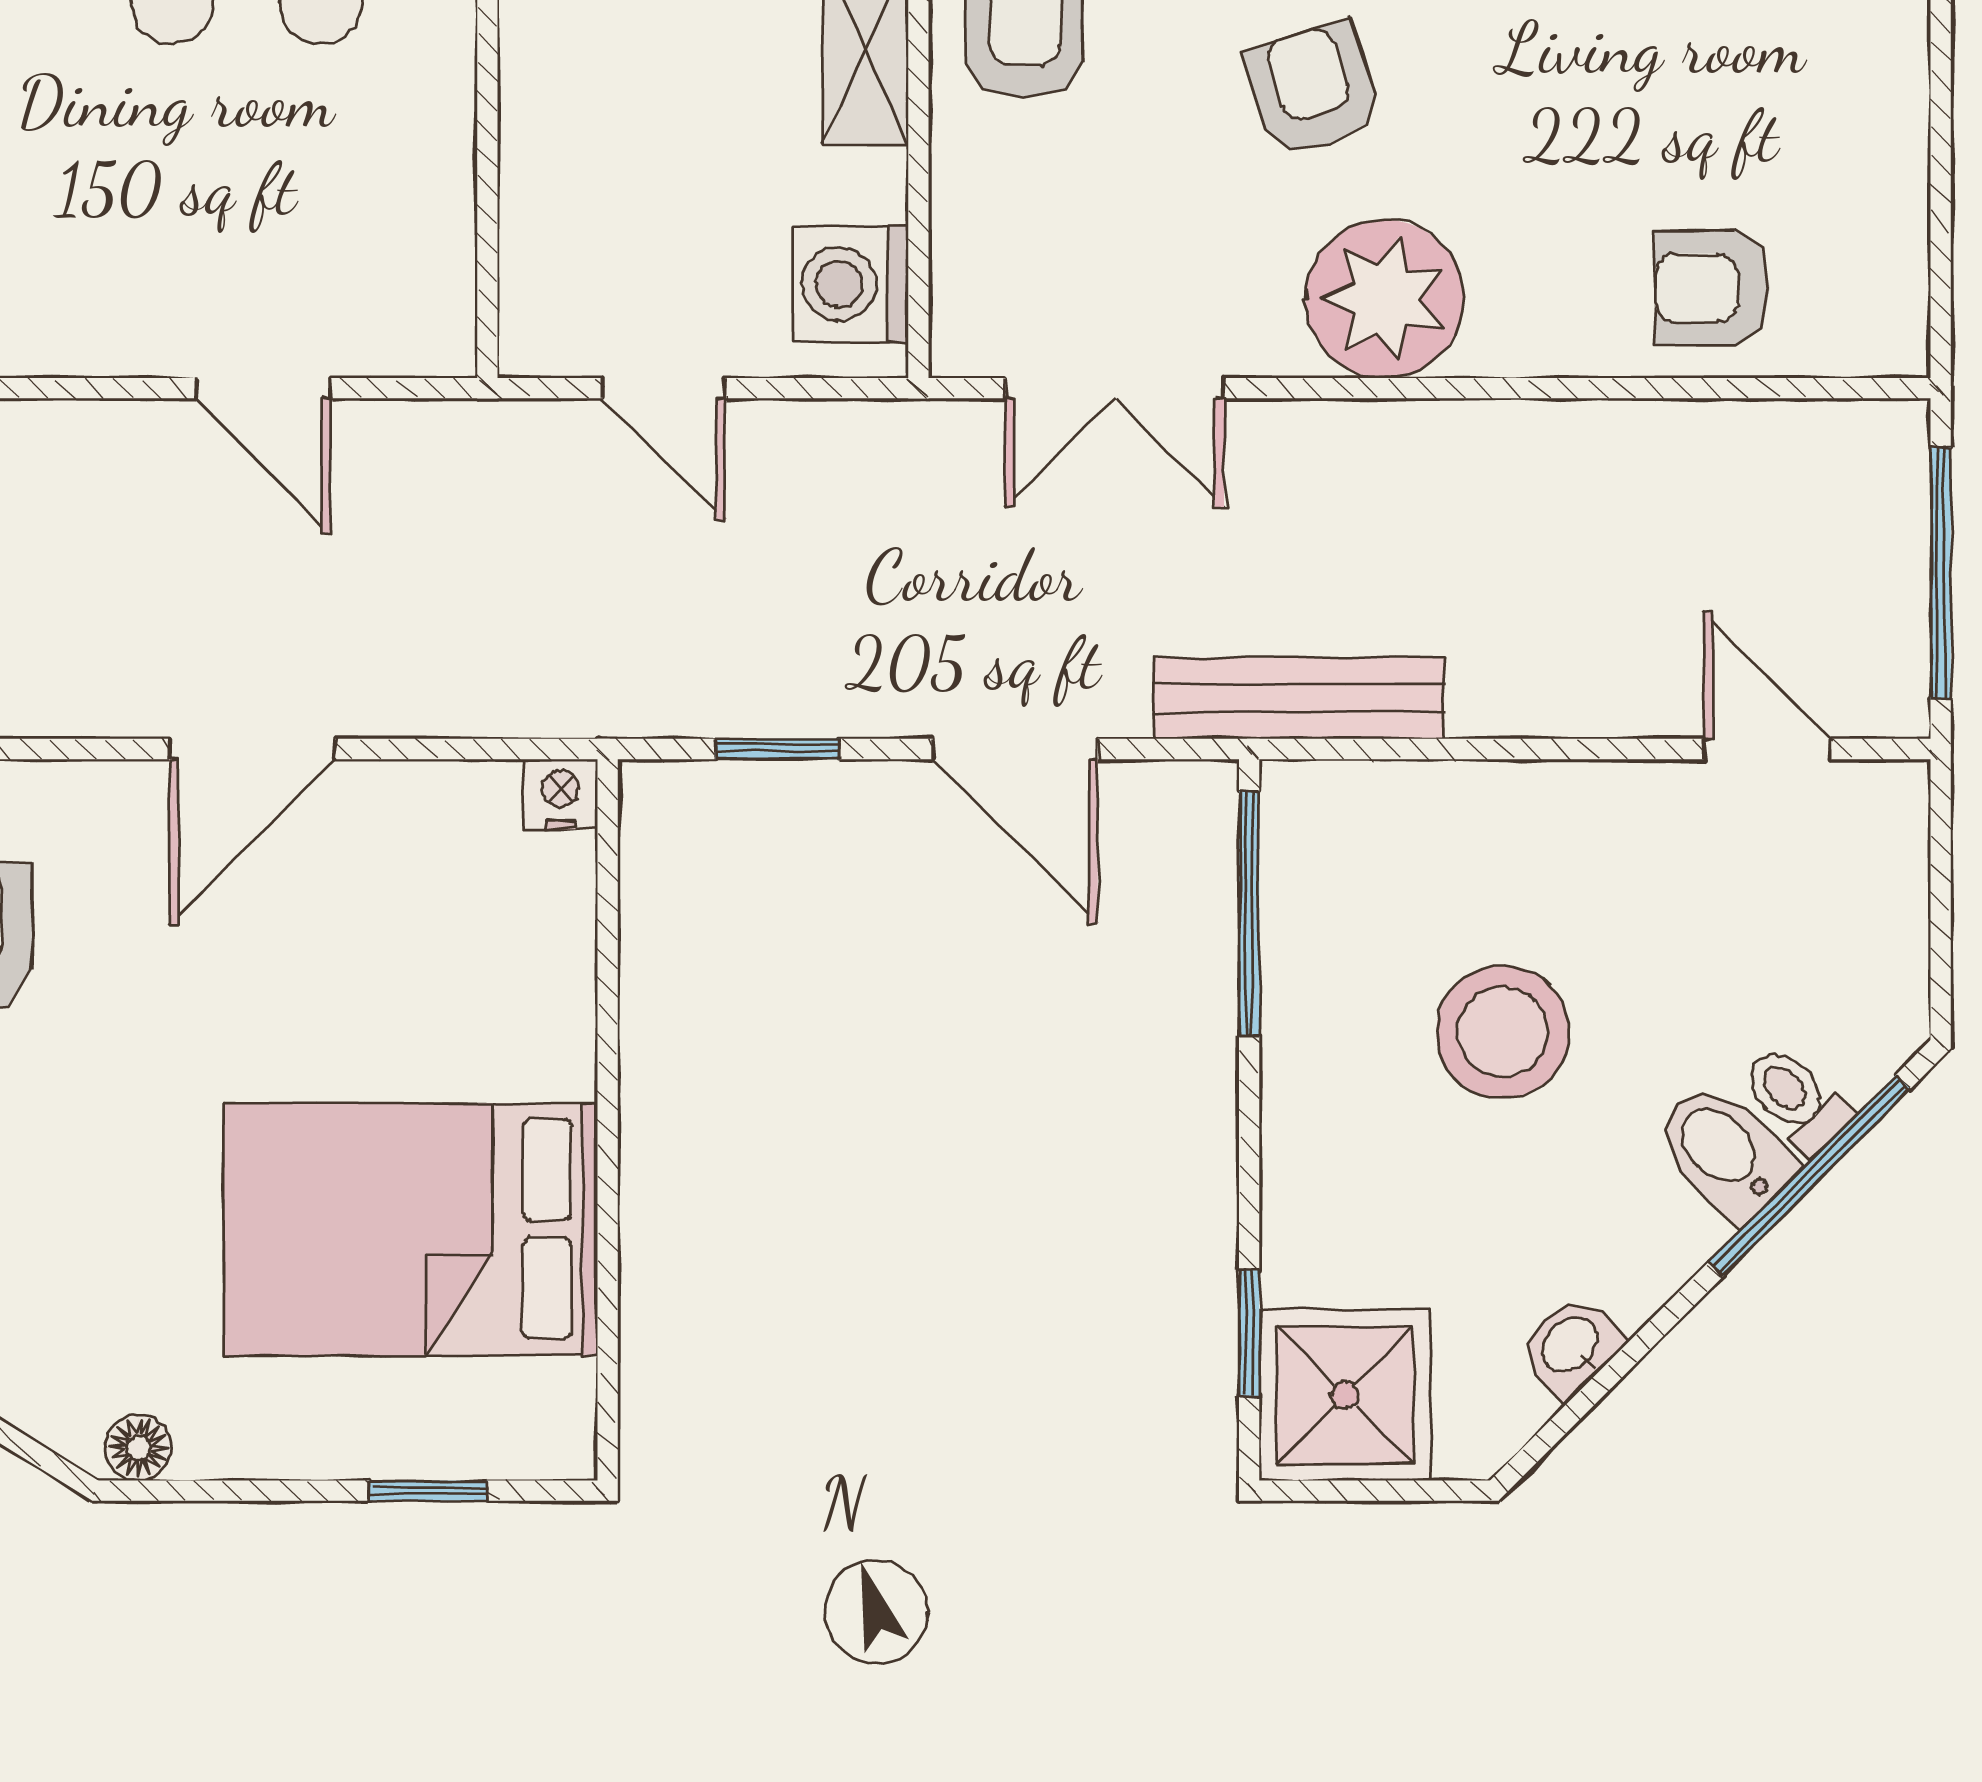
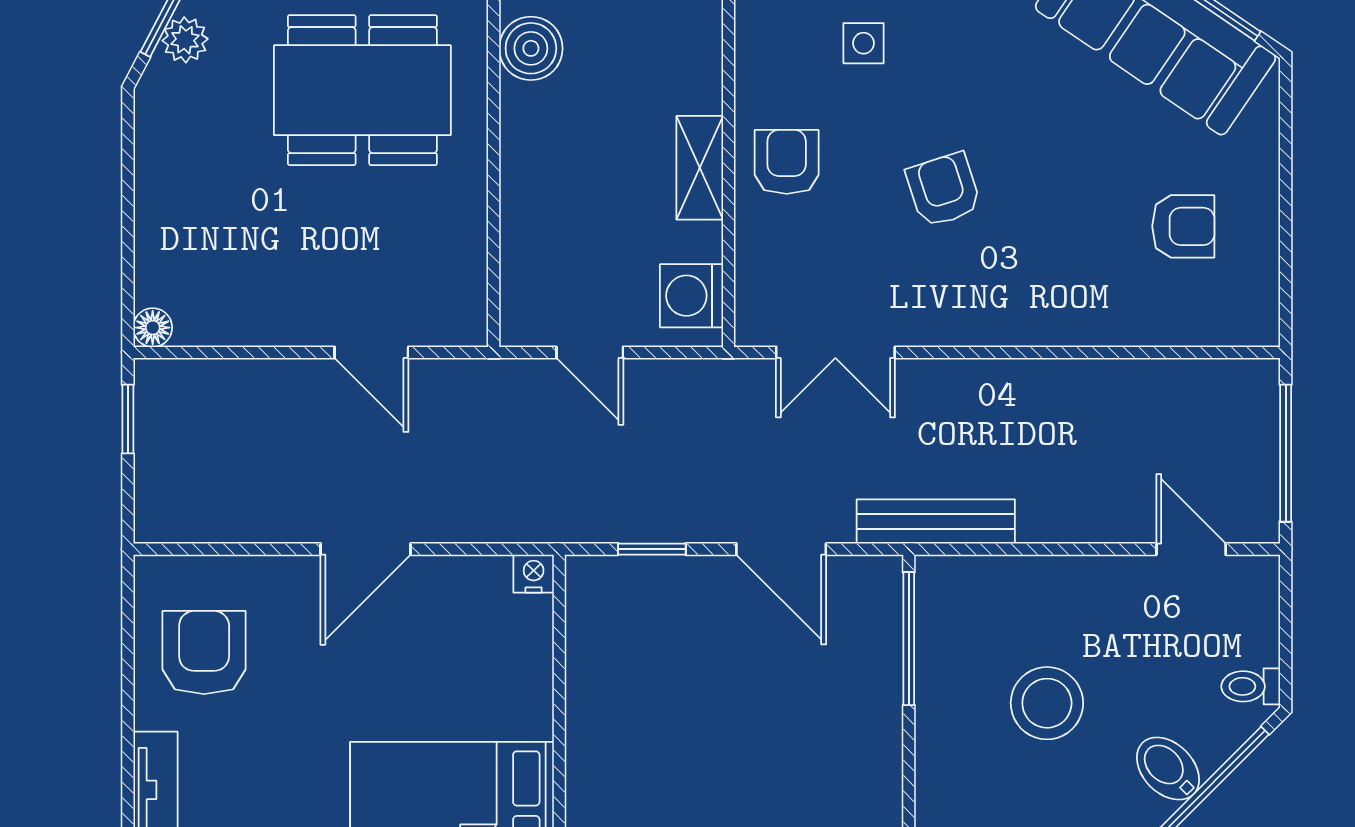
armchair: (1712, 288) -> (1183, 226), moved, turned 180
plant: (1385, 299) -> (983, 304), removed
toilet: (1795, 1099) -> (1251, 686), moved, turned -45

